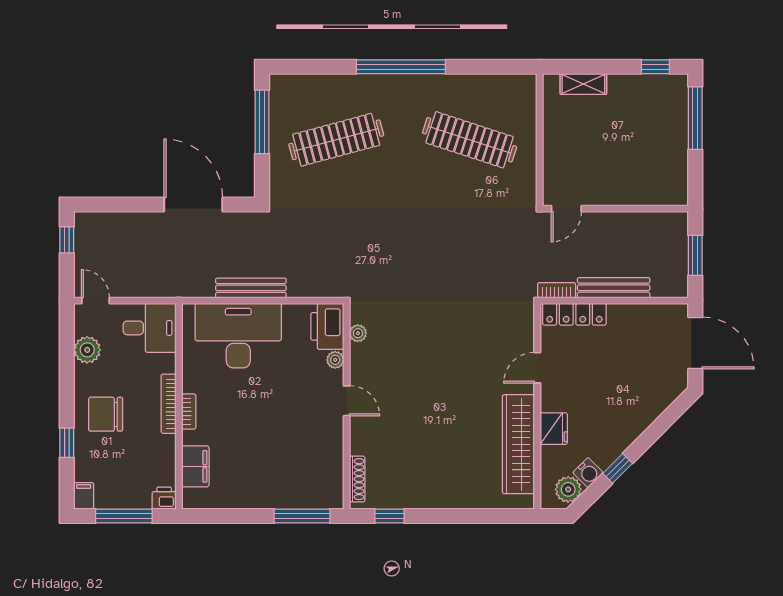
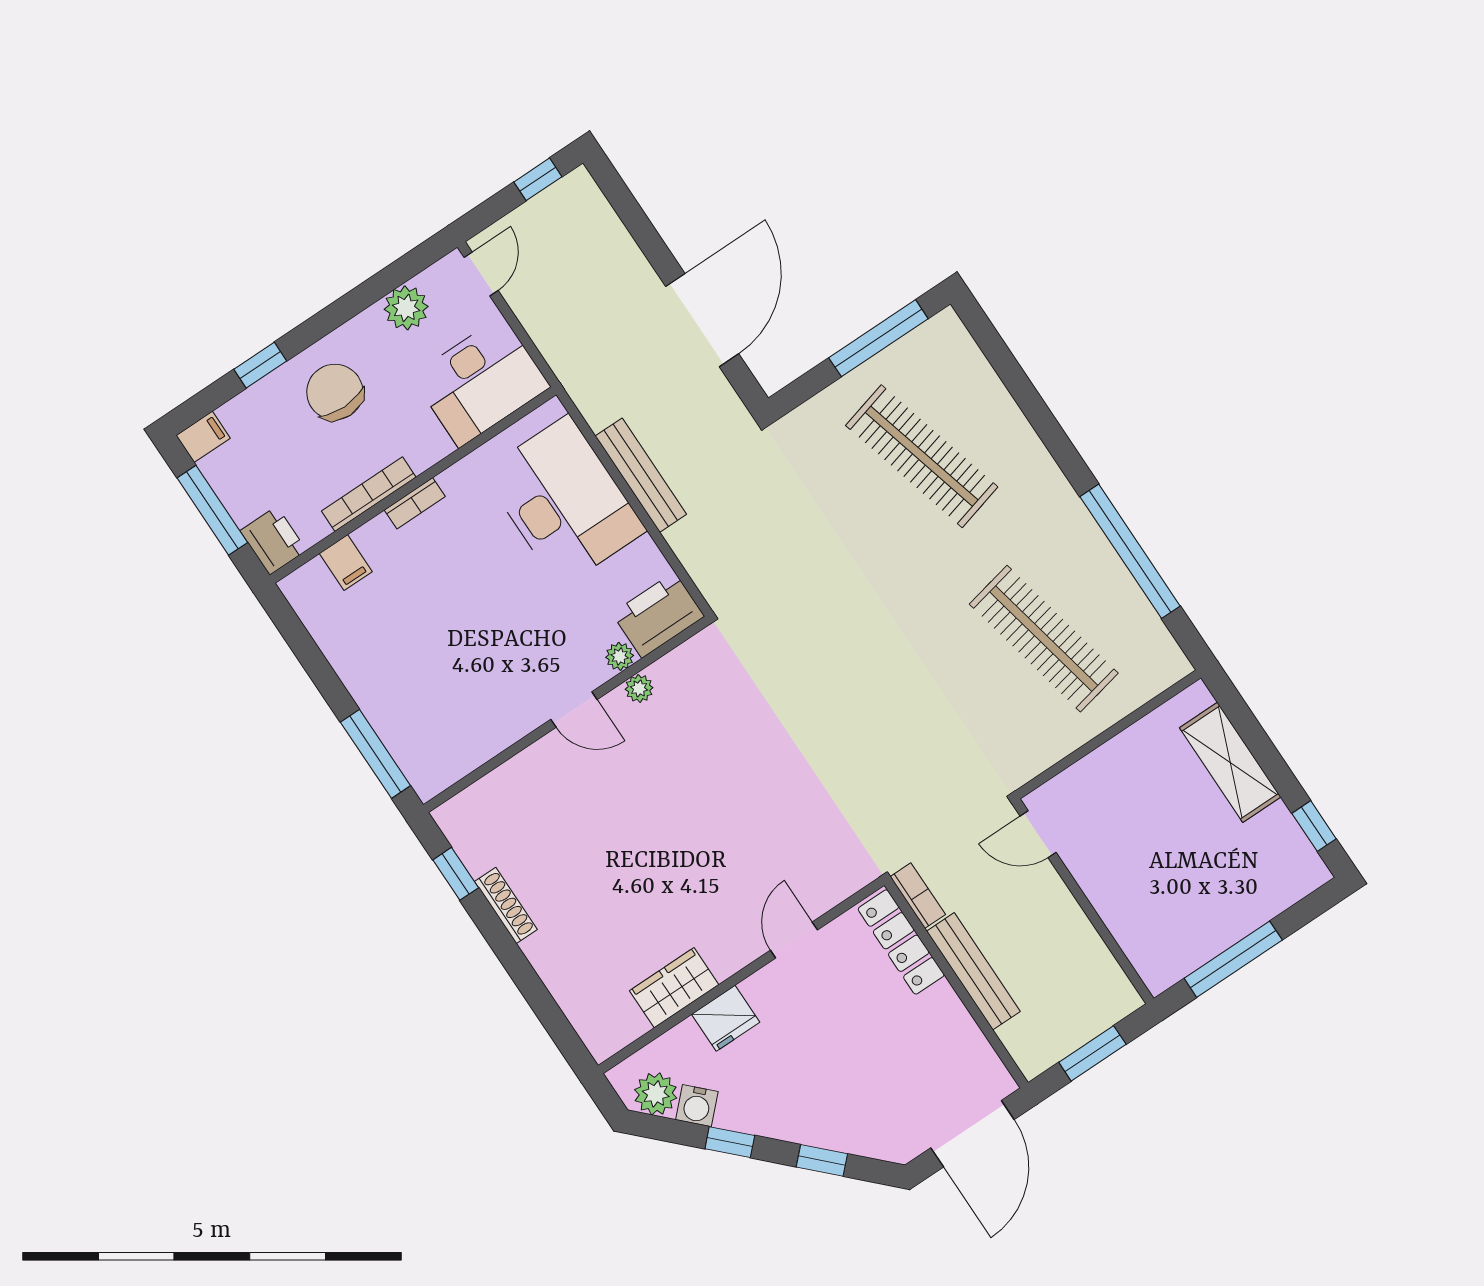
window: (401, 67) -> (1130, 551), moved
shelving: (583, 84) -> (1230, 762), width x1.50, depth x1.33
window: (695, 118) -> (1233, 959), moved
clothes rail: (470, 140) -> (1044, 639), turned -30
desk: (150, 328) -> (481, 382), width x1.37
plant: (358, 333) -> (639, 688), moved
door: (537, 368) -> (794, 940), hinge flipped
door: (347, 401) -> (574, 710), hinge flipped
bookcase: (169, 404) -> (369, 494), moved
window: (658, 428) -> (822, 1160), added
wardrobe: (518, 444) -> (674, 988), width x0.48, depth x0.85
filing cabinet: (195, 466) -> (346, 563), width x0.50
shoe rack: (357, 479) -> (506, 905), moved, turned -90
printer: (164, 498) -> (273, 541), width x1.36, depth x1.24

